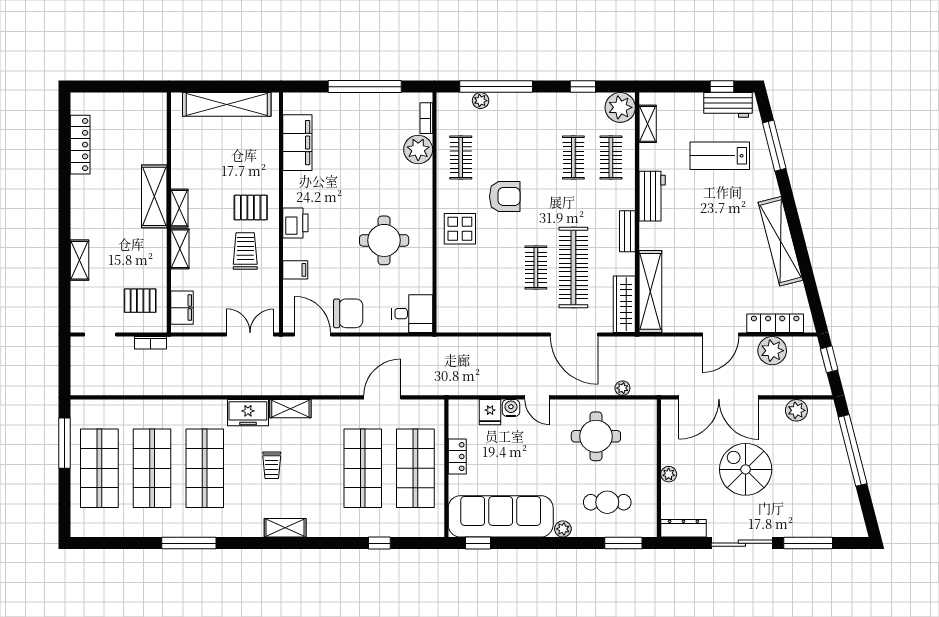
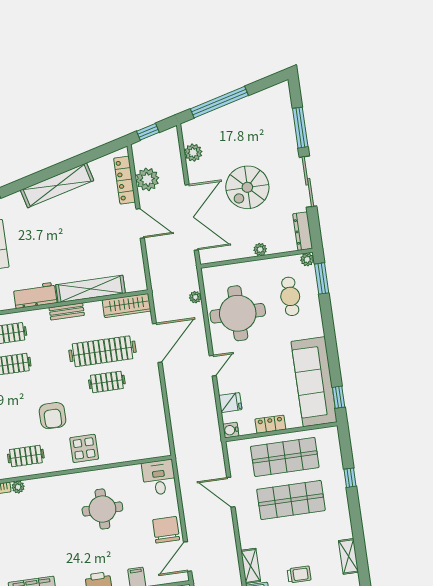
plant: (418, 150) -> (18, 487), width x0.53, depth x0.53
armchair: (505, 196) -> (53, 416), turned 180
shelving: (650, 291) -> (90, 289), moved
water cooler: (511, 408) -> (231, 430), moved
round table: (596, 436) -> (238, 313), width x1.36, depth x1.36
plant: (563, 529) -> (307, 260), moved

